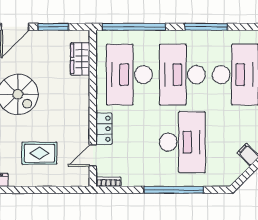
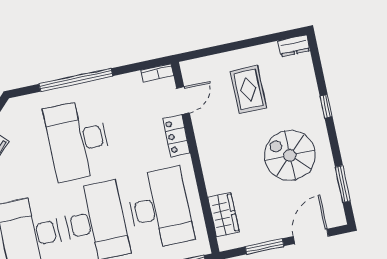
rug: (39, 153) -> (248, 90), turned 90

